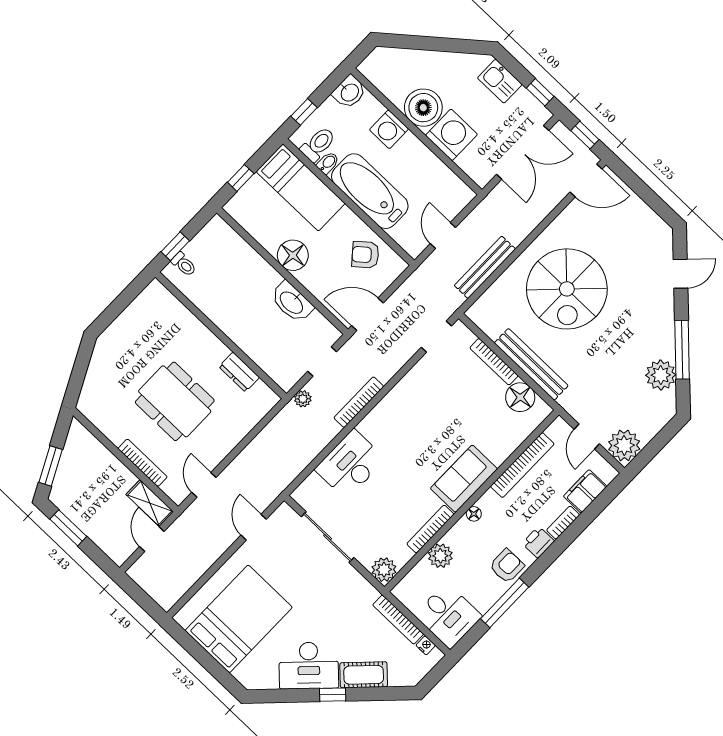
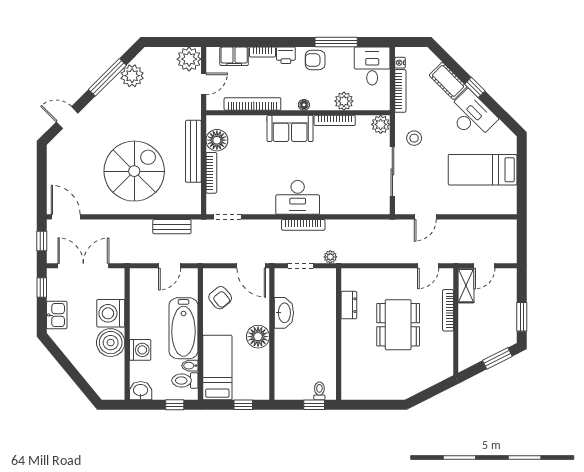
bench: (485, 267) -> (172, 227), width x0.73
desk: (350, 464) -> (298, 197), moved
stool: (340, 589) -> (414, 138), added
bed: (239, 619) -> (483, 170), width x0.67

